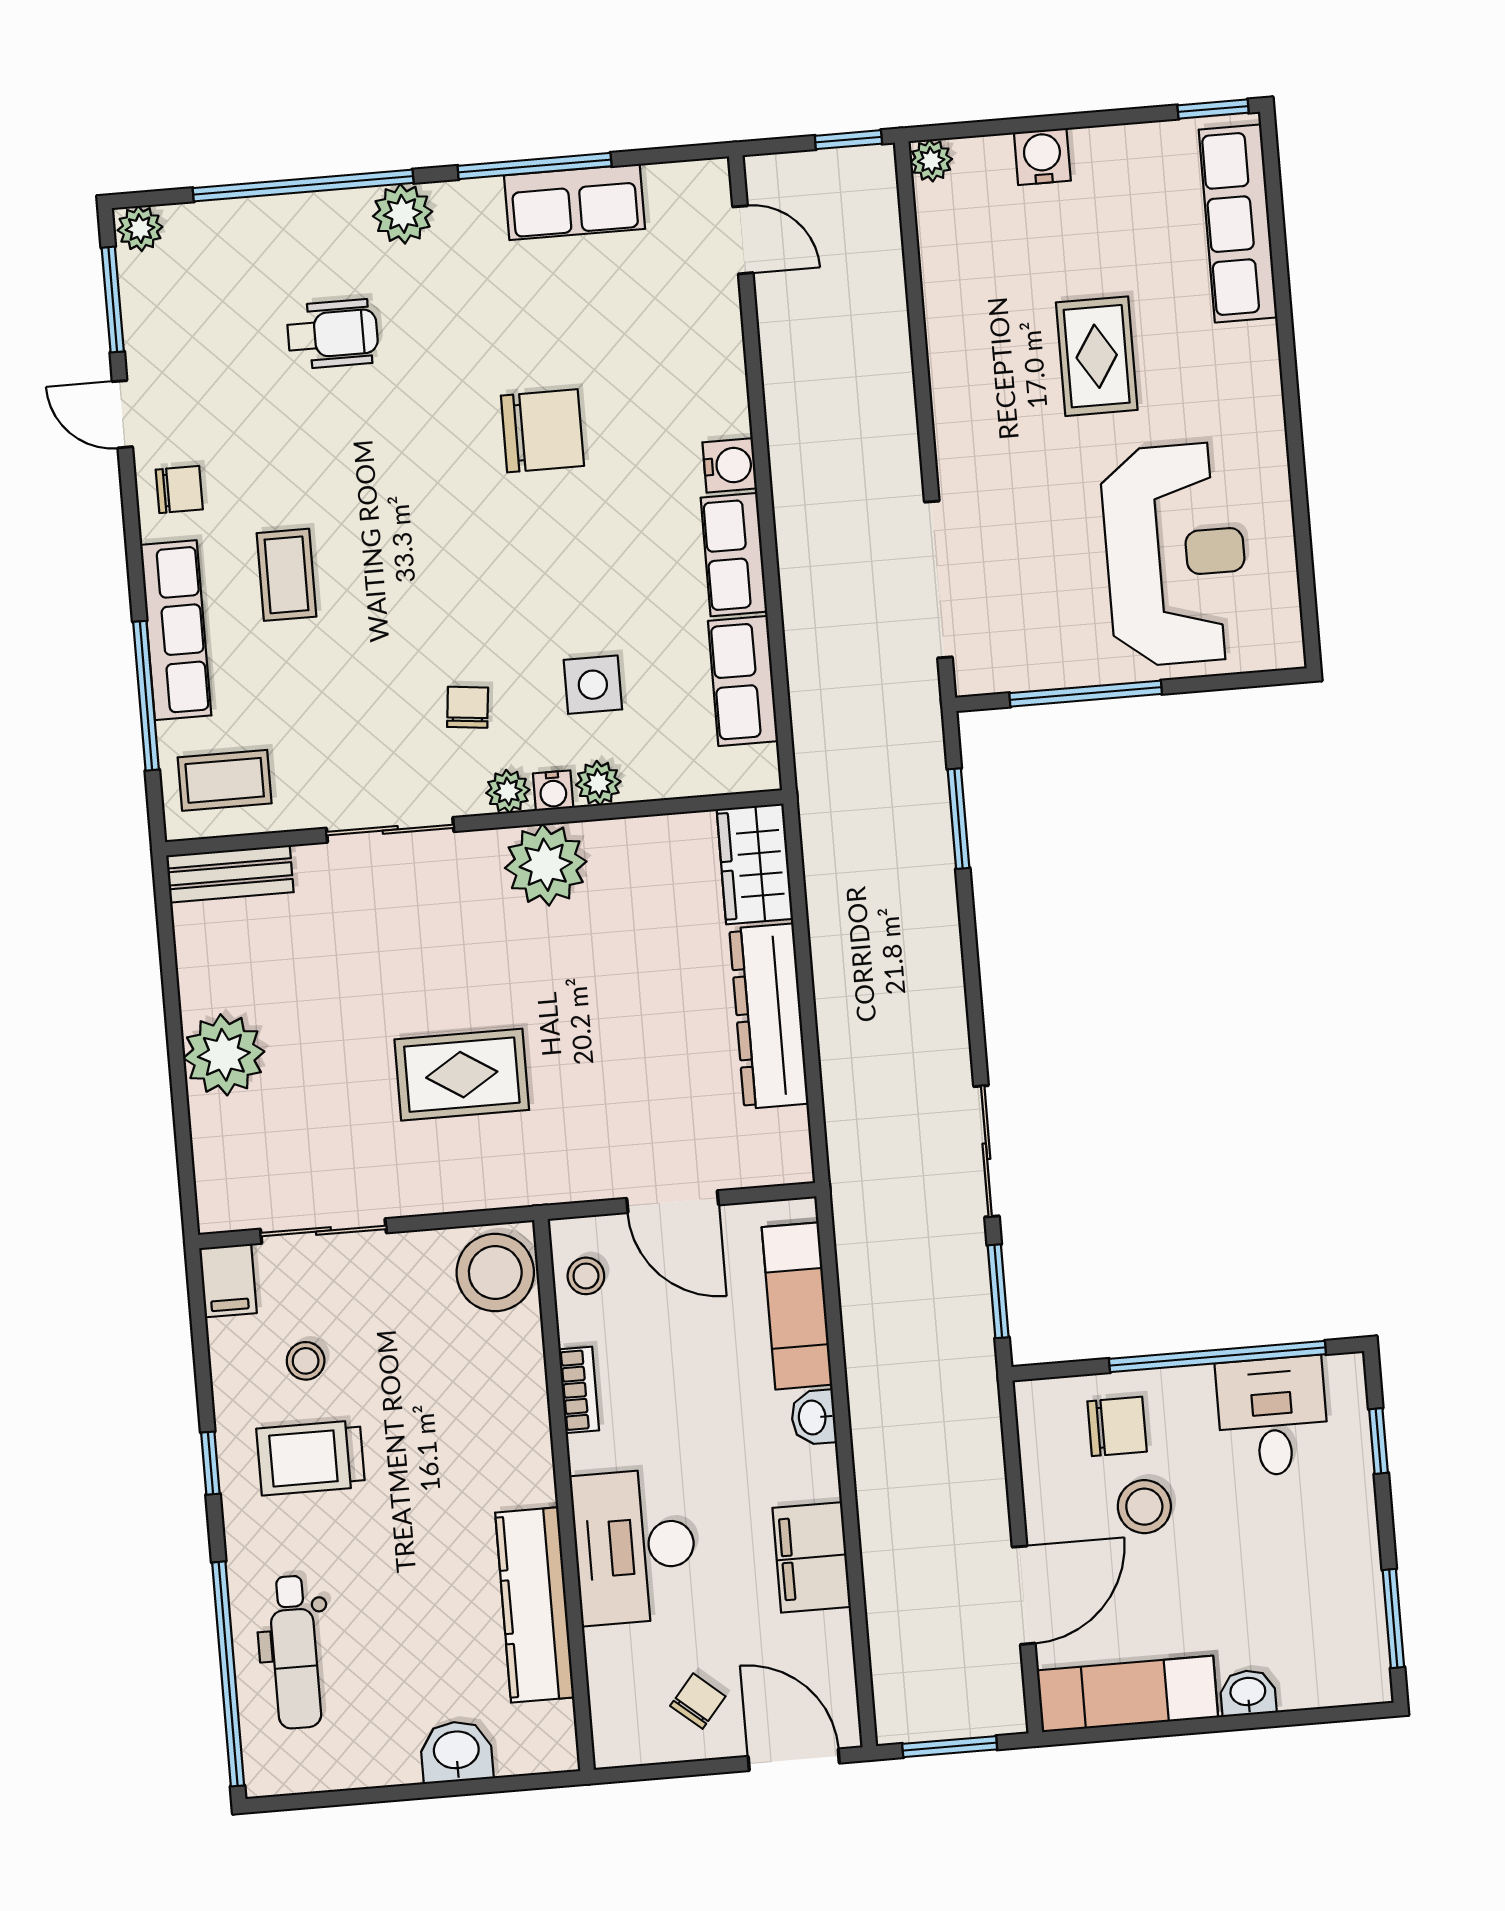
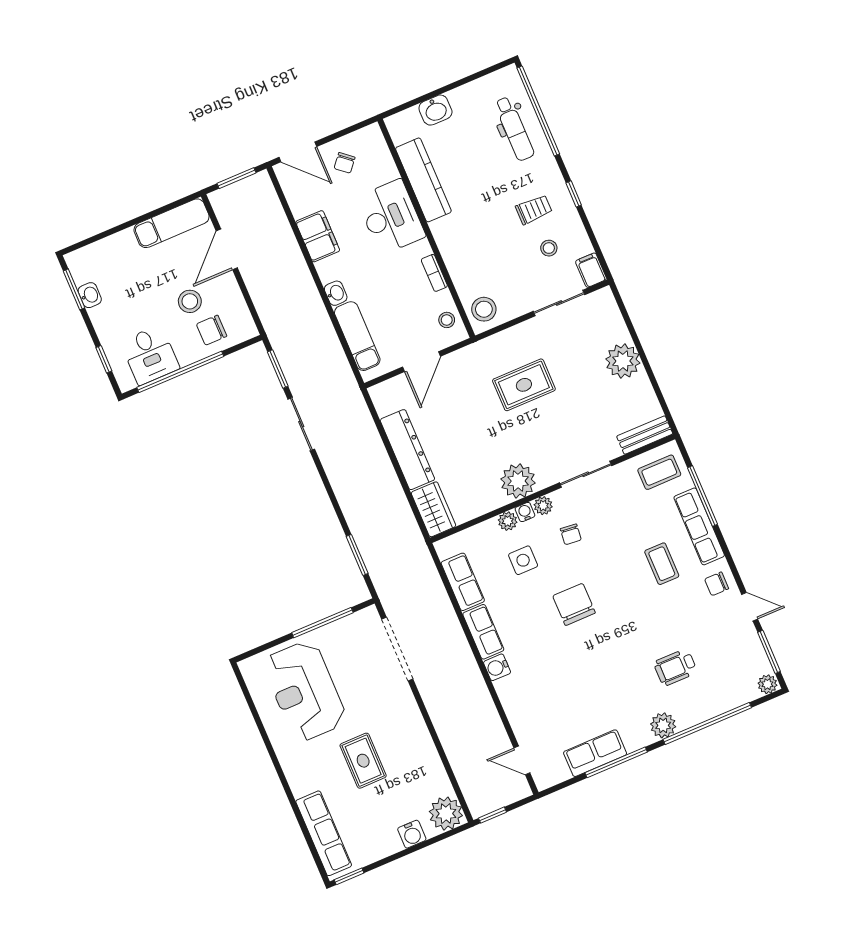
plant: (931, 161) -> (446, 814), width x1.87, depth x1.87
chair: (542, 431) -> (574, 604), moved, turned 90
door: (673, 1202) -> (422, 362), swing flipped
stool: (495, 1272) -> (484, 309), width x0.73, depth x0.73
trolley: (311, 1458) -> (534, 210), width x0.73, depth x0.72
dental chair: (295, 1652) -> (514, 129), turned 180
washbasin: (1248, 1693) -> (90, 295), moved, turned -90

